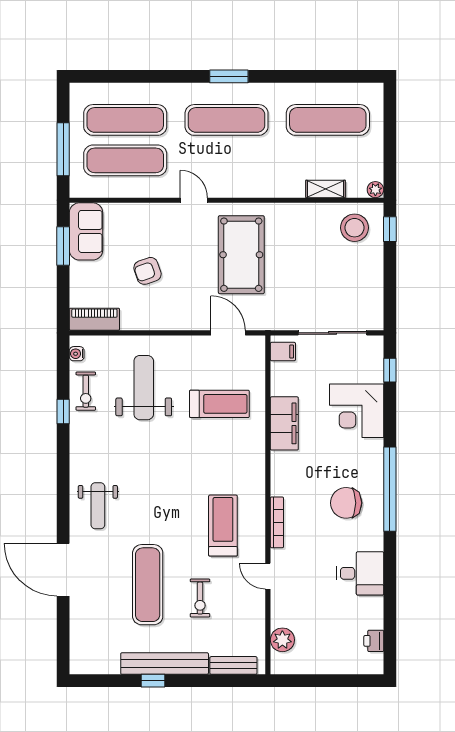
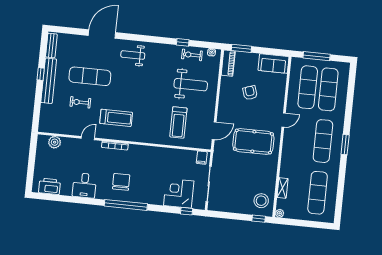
window: (63, 246) -> (241, 48), moved
corner desk: (357, 411) -> (179, 193), moved
filing cabinet: (284, 423) -> (165, 155), removed
printer: (374, 641) -> (50, 186), width x1.87, depth x1.48
bench: (233, 665) -> (51, 46), moved

